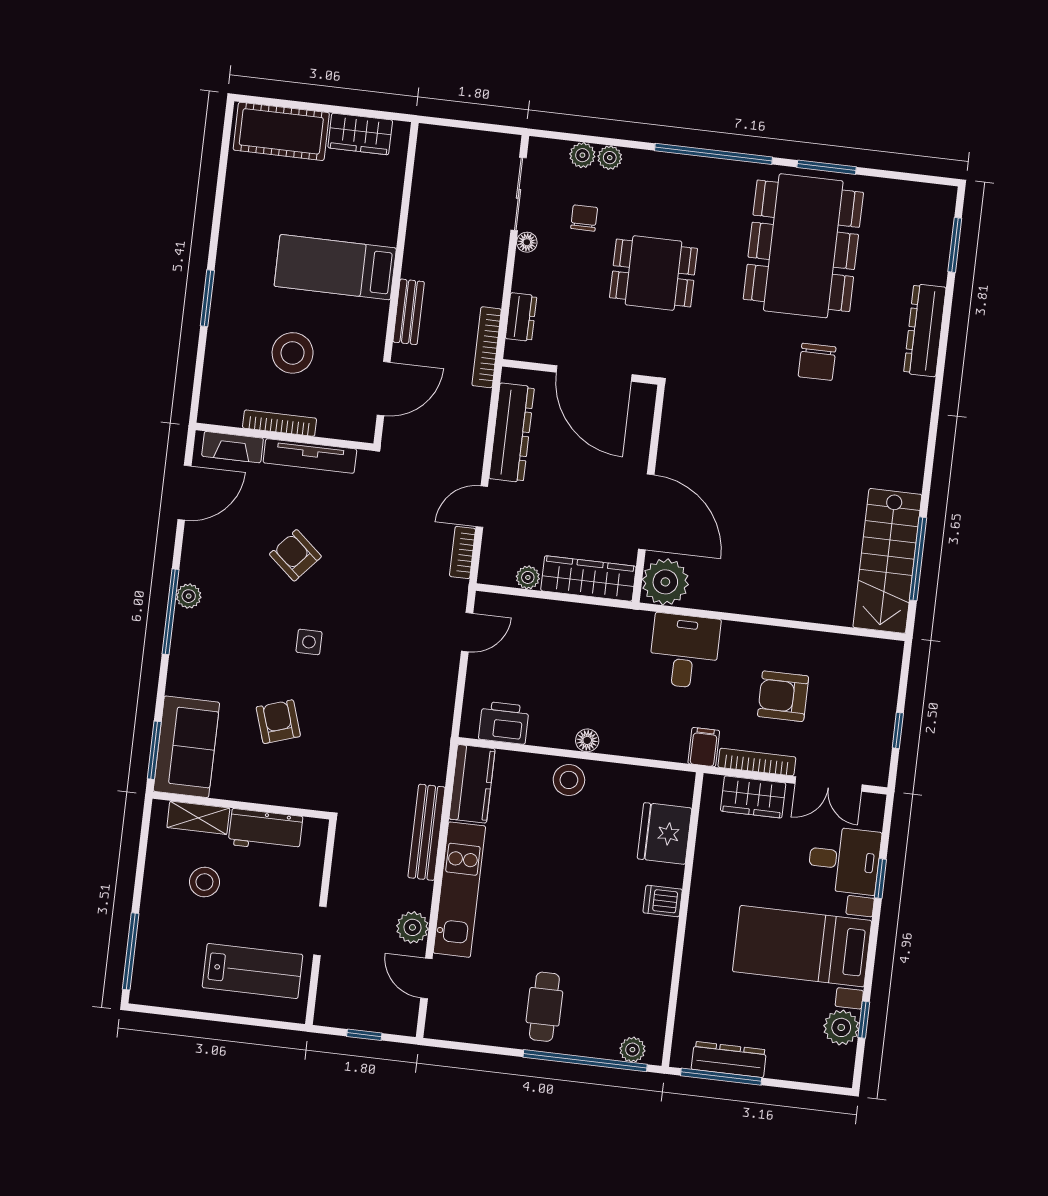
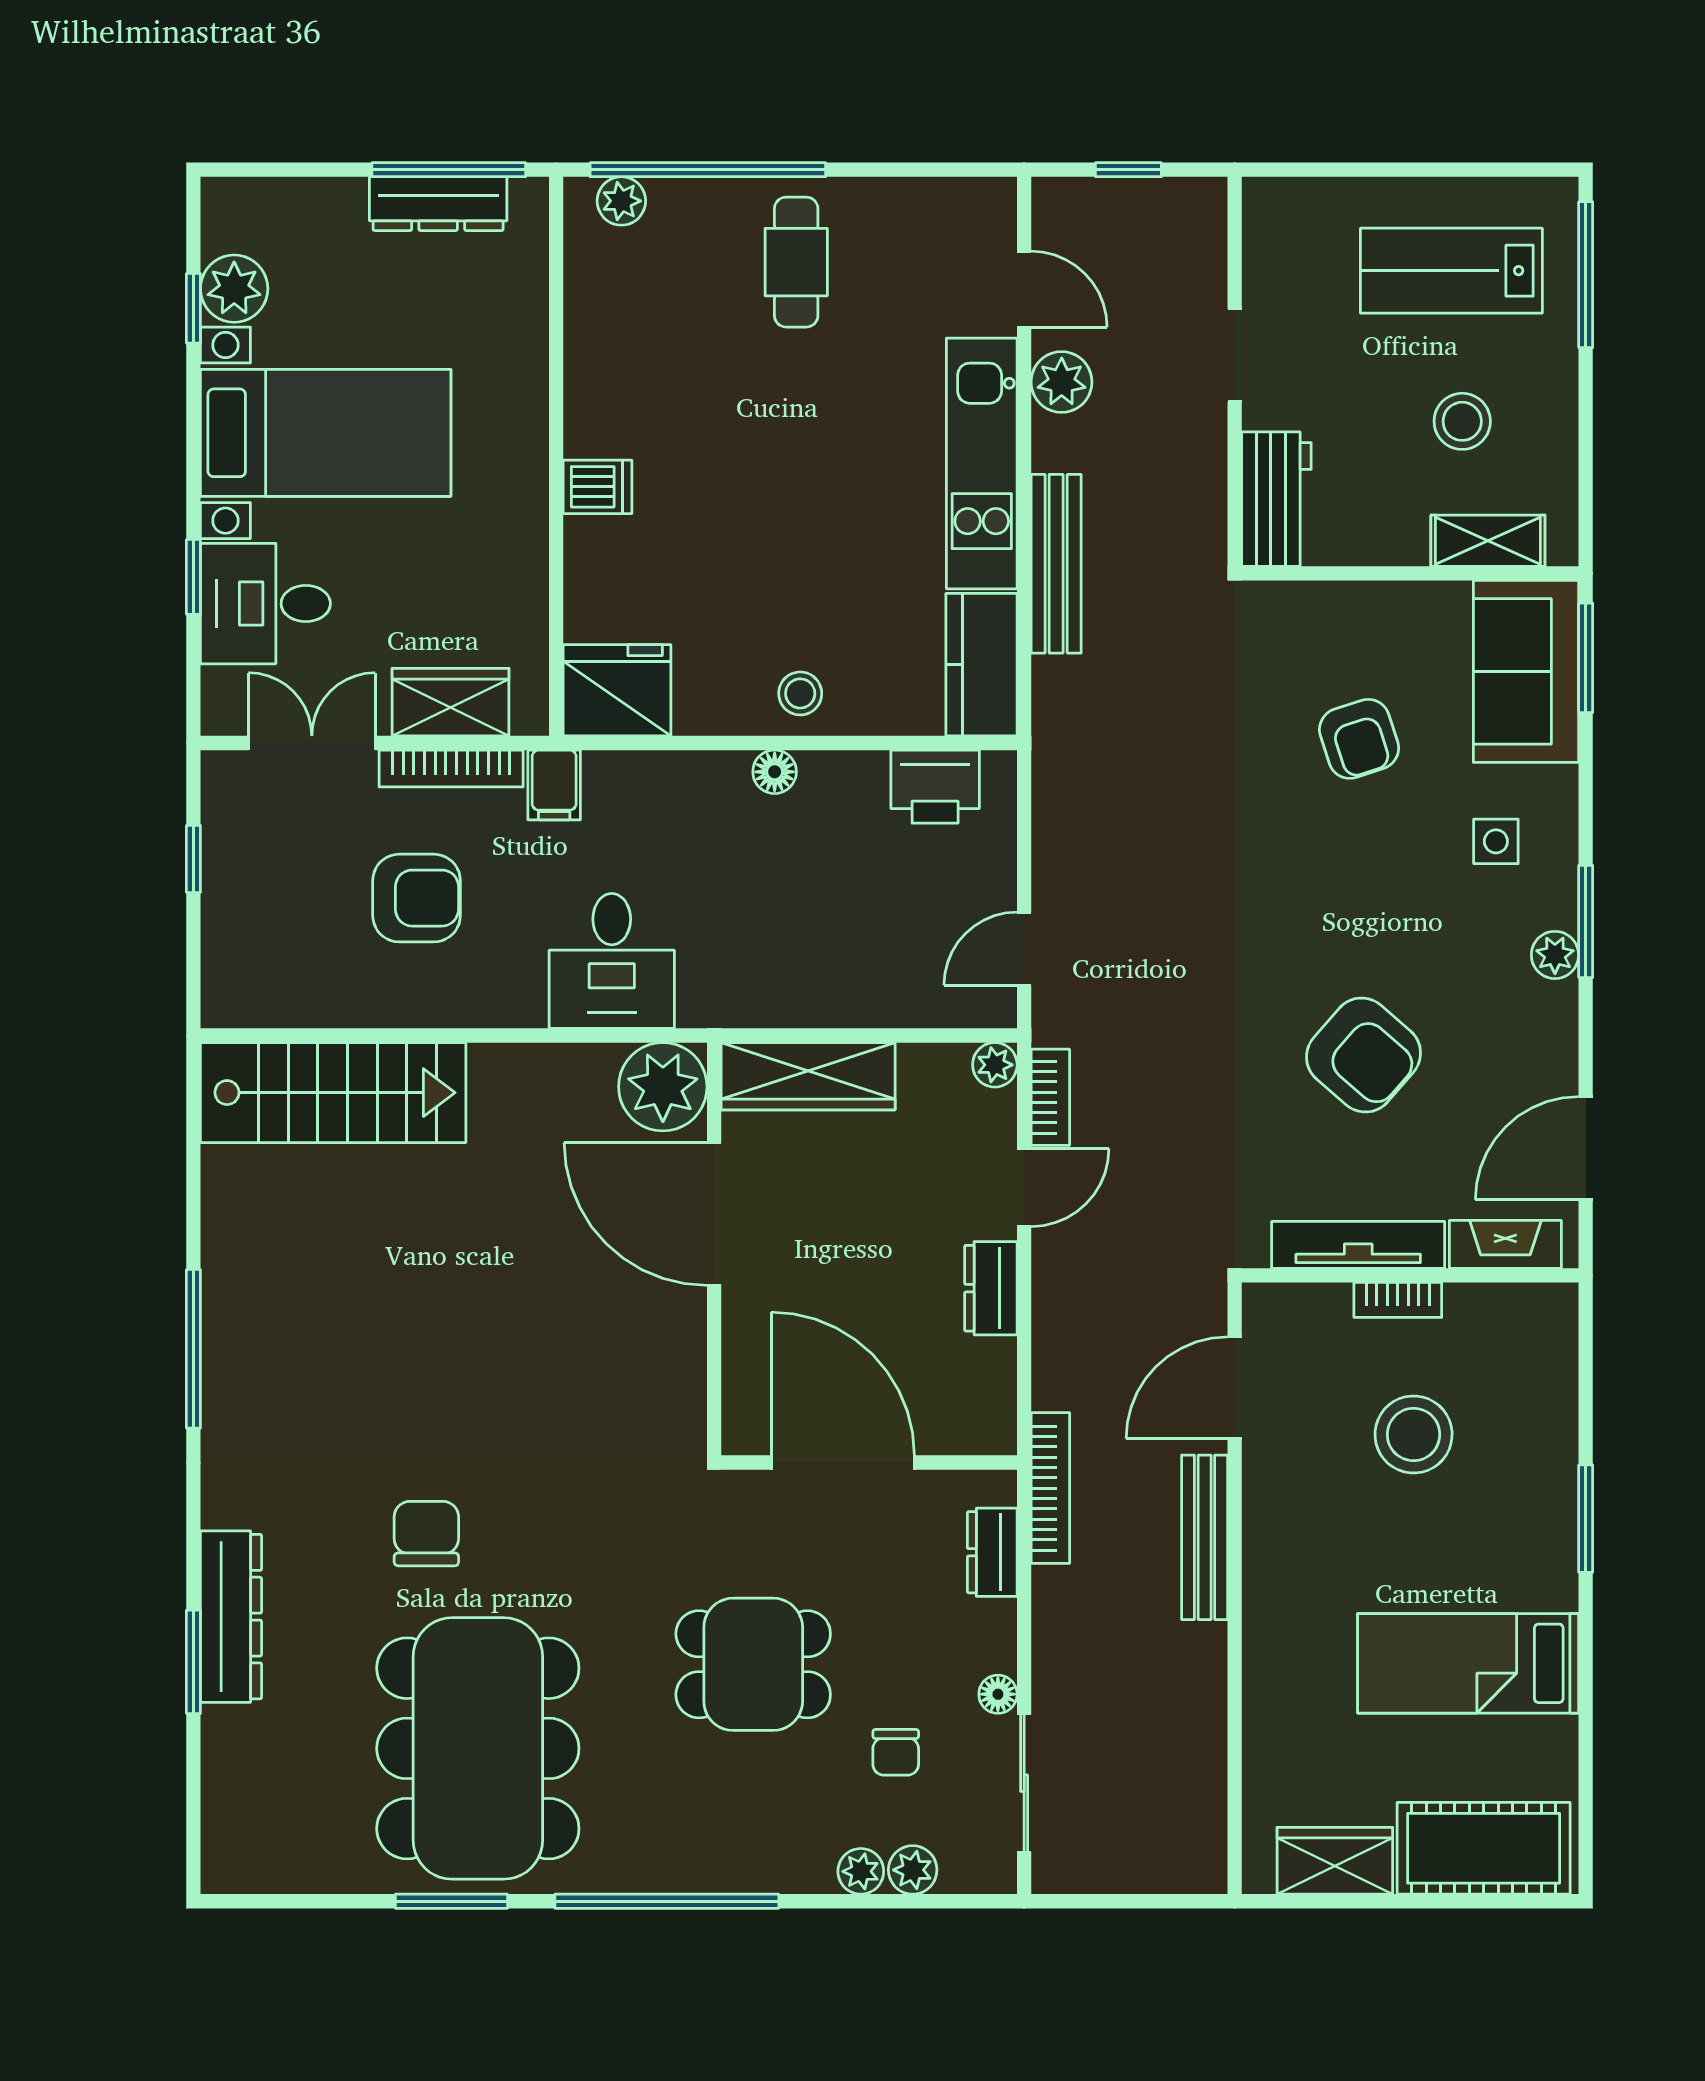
window: (955, 245) -> (193, 1662), moved
bed: (335, 267) -> (1468, 1663), moved, turned 180
bench: (409, 312) -> (1205, 1537), width x1.36
bookcase: (280, 423) -> (1398, 1300), width x0.64
dresser: (512, 433) -> (991, 1288), width x0.51, depth x0.80
armchair: (295, 555) -> (1363, 1055), width x1.38, depth x1.38
window: (918, 559) -> (193, 1349), moved
stairs: (887, 561) -> (333, 1093), moved, turned 90
plant: (528, 577) -> (995, 1065), moved
window: (170, 612) -> (1586, 921), width x0.69
side table: (309, 642) -> (1496, 841), moved
stool: (569, 780) -> (800, 693), width x0.73, depth x0.73
workbench: (265, 830) -> (1276, 499), moved, turned 90
fridge: (665, 833) -> (617, 690), moved, turned -90
lab bench: (253, 971) -> (1451, 271), moved

